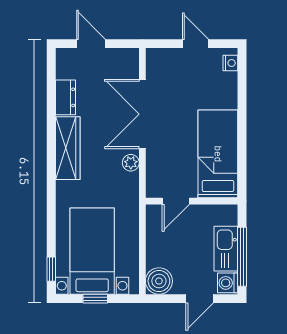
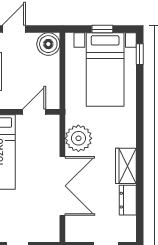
wardrobe: (68, 148) -> (126, 166), width x0.67
plant: (131, 163) -> (78, 138), width x1.88, depth x1.88

